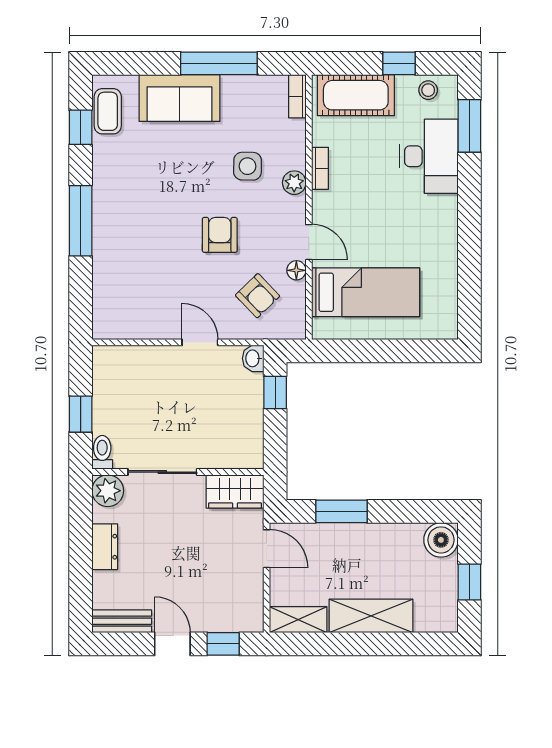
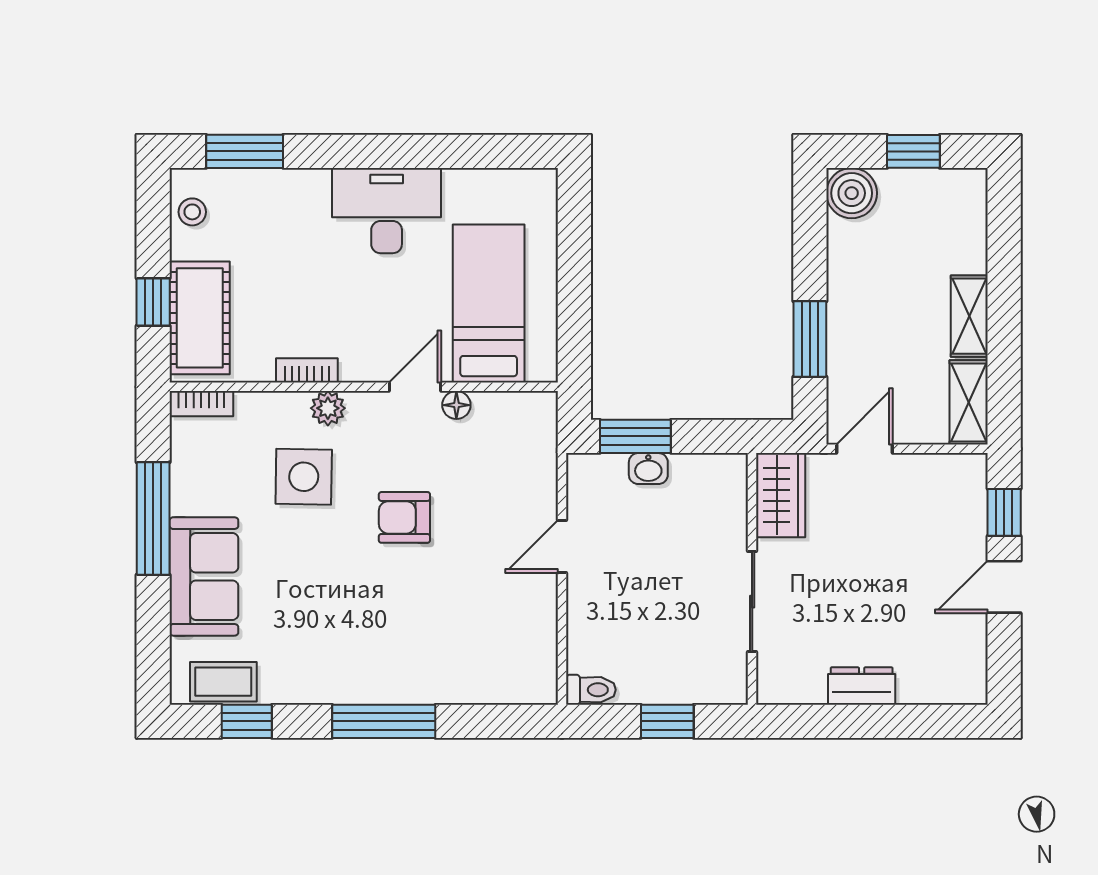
window: (399, 63) -> (153, 302), moved
desk: (429, 156) -> (387, 211), moved
side table: (248, 166) -> (304, 477), width x1.37, depth x1.37
armchair: (258, 296) -> (494, 462), removed
washbasin: (253, 358) -> (648, 469), moved
window: (275, 392) -> (635, 436), width x1.50
toilet: (102, 452) -> (591, 690), moved, turned 180
plant: (108, 491) -> (780, 682), removed
shelving: (371, 616) -> (969, 316), width x0.67, depth x0.75
bench: (122, 621) -> (971, 661), removed

